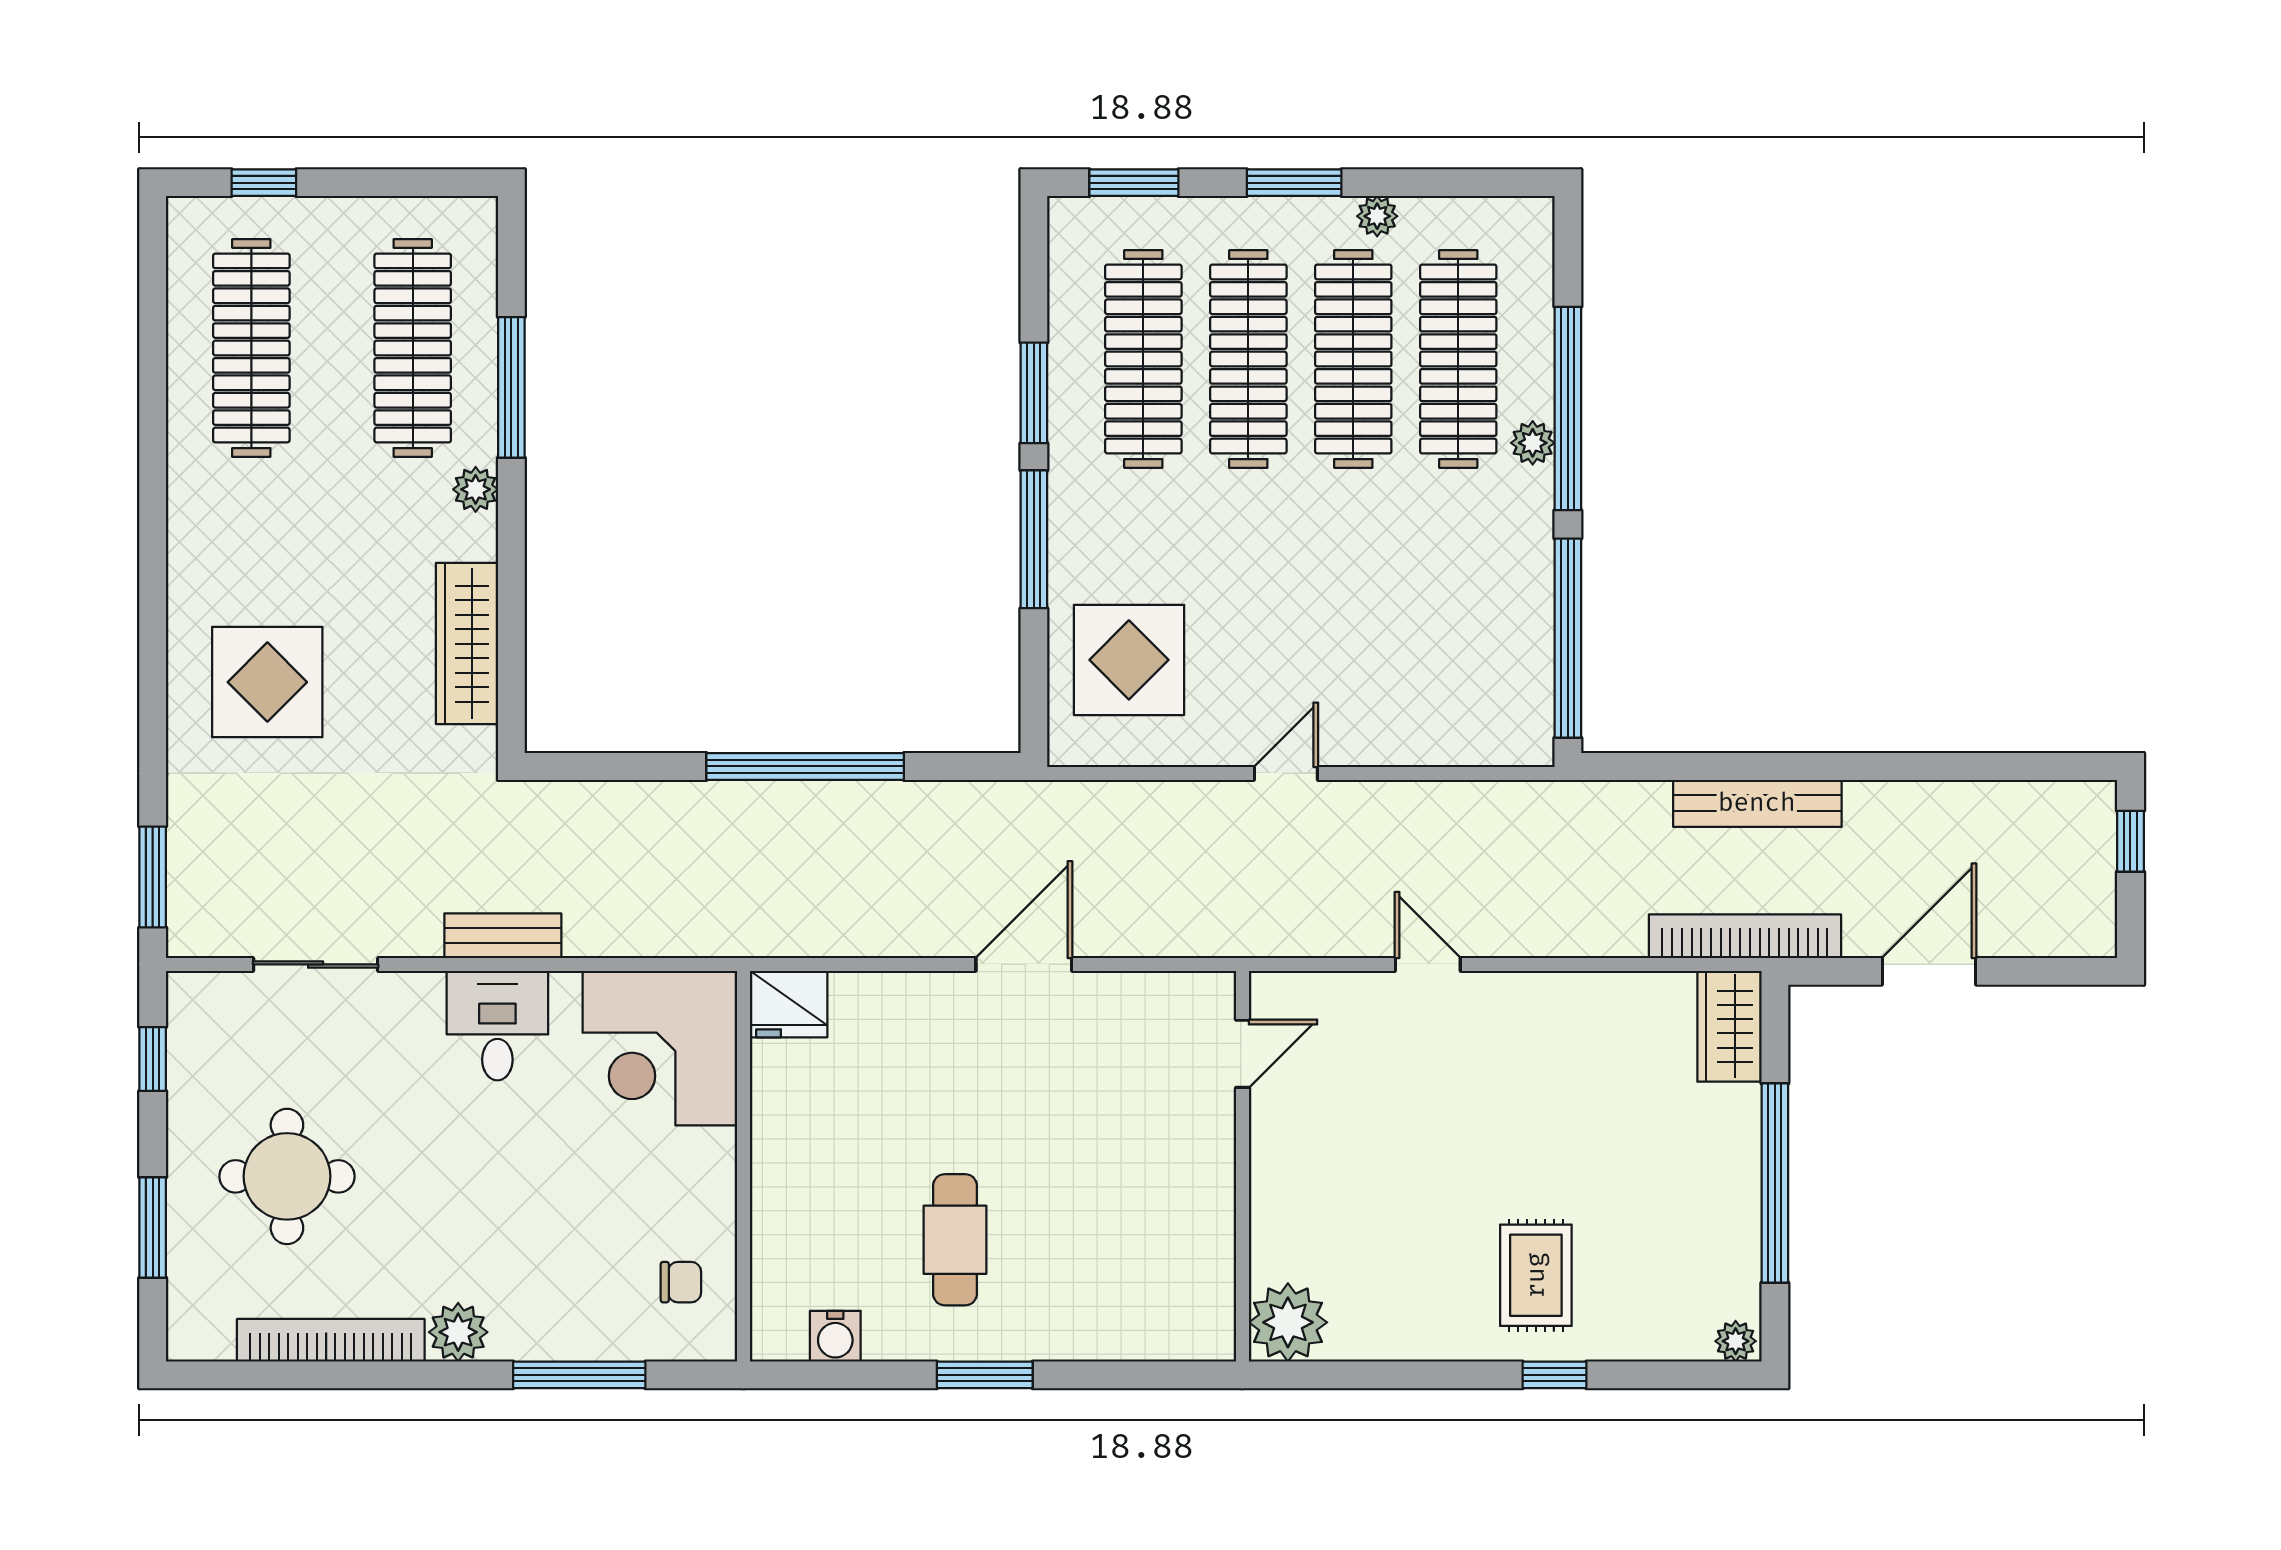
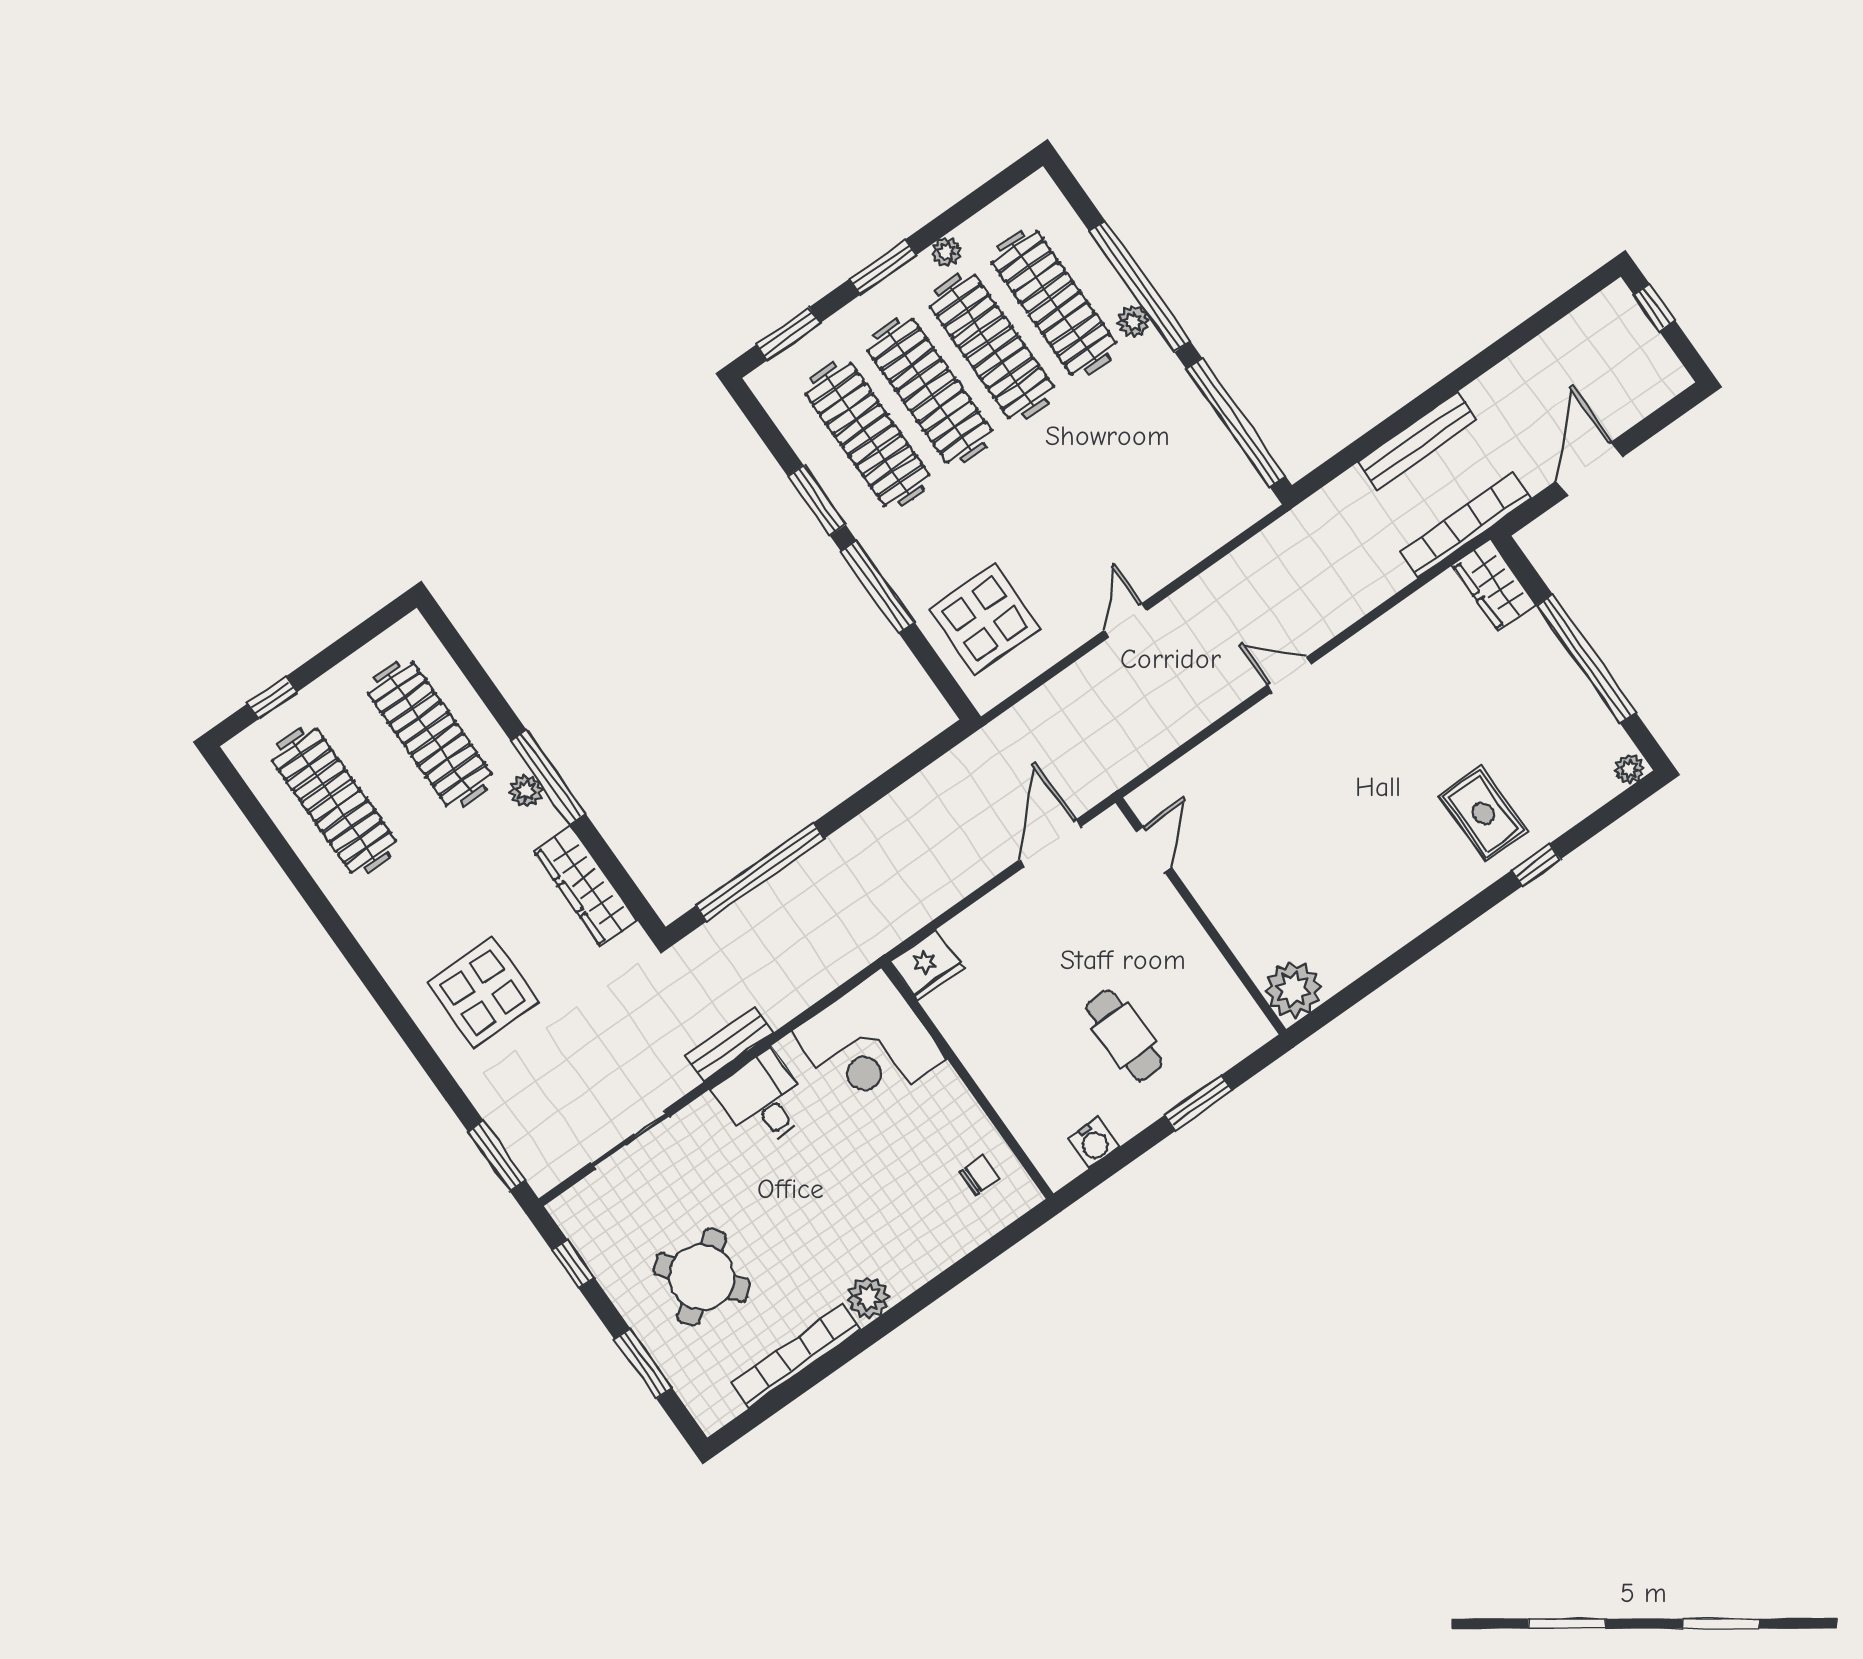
window: (511, 387) -> (548, 777), moved
window: (805, 766) -> (760, 872), moved
door: (1242, 1054) -> (1154, 849), moved
wall: (1242, 1166) -> (1201, 916), moved
round table: (287, 1176) -> (702, 1277), turned -37
plant: (1288, 1322) -> (1293, 989), moved
window: (579, 1375) -> (958, 1273), removed

